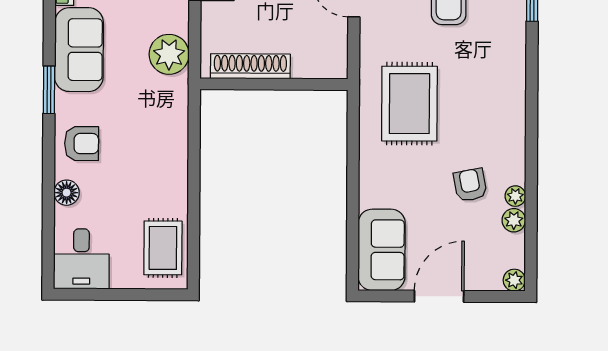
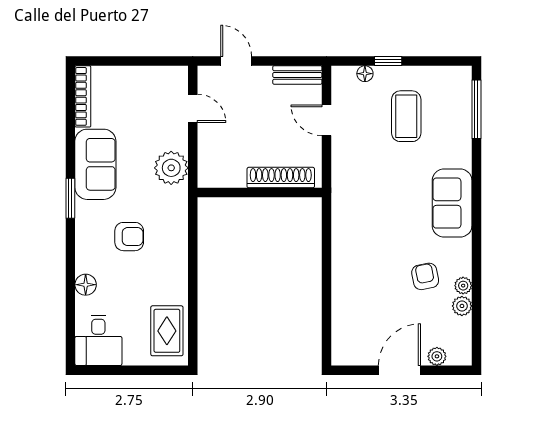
shoe rack: (250, 66) -> (281, 178), moved
rug: (409, 104) -> (374, 208), removed
armchair: (82, 144) -> (129, 237), moved
sofa: (382, 250) -> (452, 203), moved, turned 180
plant: (514, 280) -> (437, 356), moved

